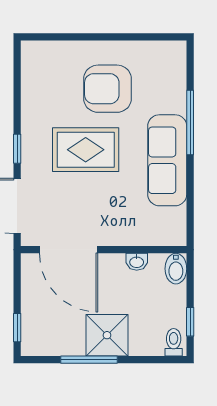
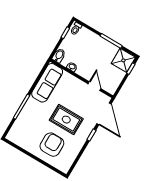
armchair: (107, 89) -> (52, 145), moved, turned -90
sofa: (167, 160) -> (47, 83), moved
door: (69, 250) -> (95, 86), width x0.53
shower: (107, 335) -> (123, 60), moved

